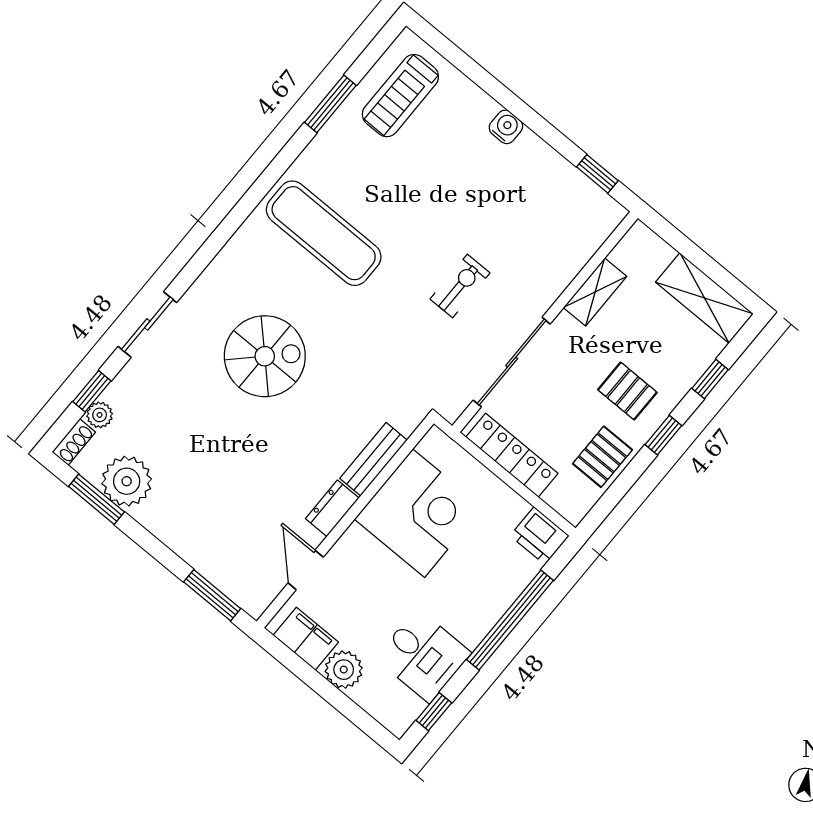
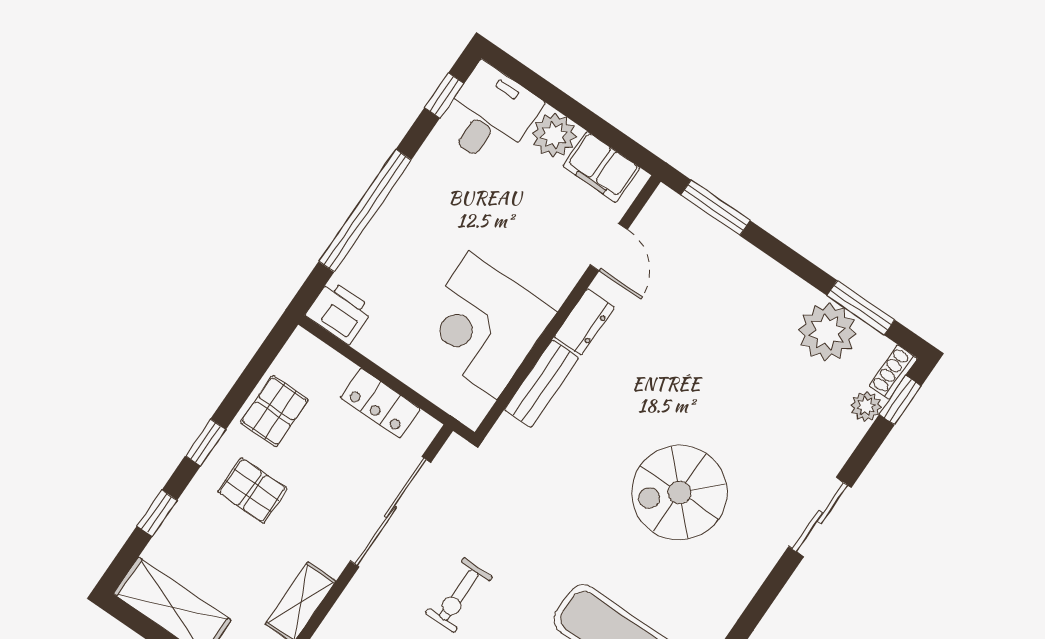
window: (92, 391) -> (900, 400), moved
locker: (512, 455) -> (380, 403), width x0.66
desk: (423, 656) -> (490, 115), moved, turned 90

